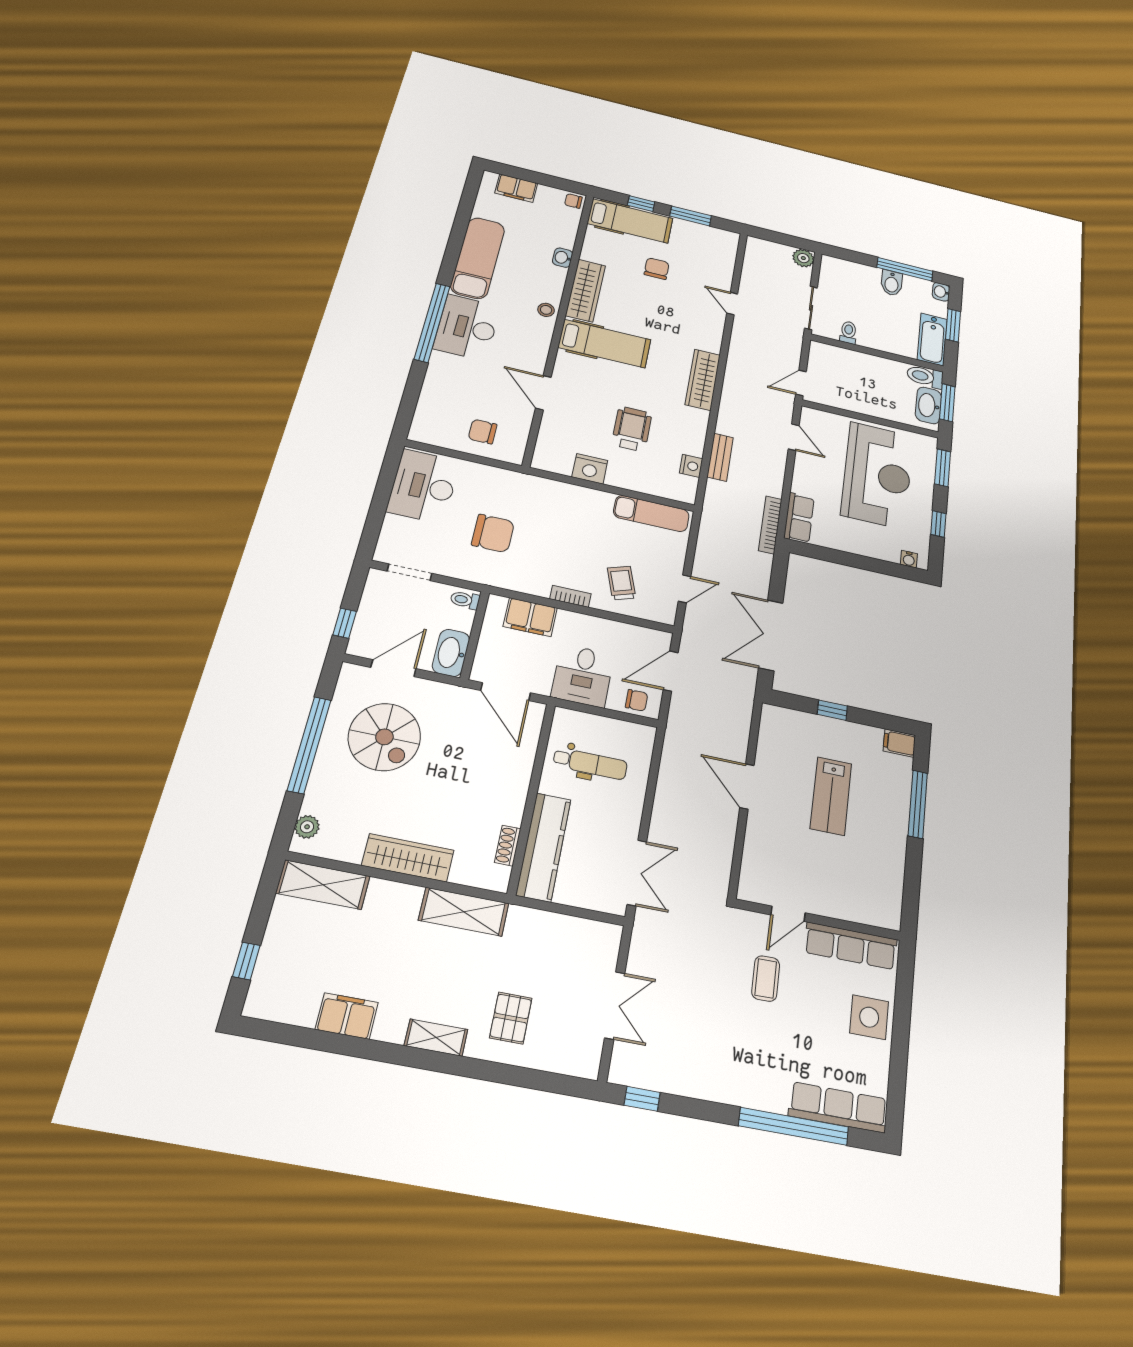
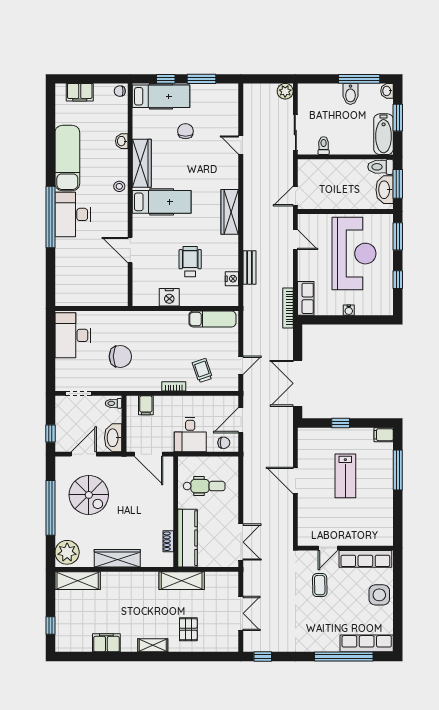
chair: (483, 432) -> (99, 288), removed
water cooler: (909, 559) -> (349, 310), moved
filing cabinet: (530, 617) -> (146, 405), width x0.50
plant: (307, 827) -> (67, 552), width x1.88, depth x1.88
shelving: (464, 912) -> (182, 581), moved

